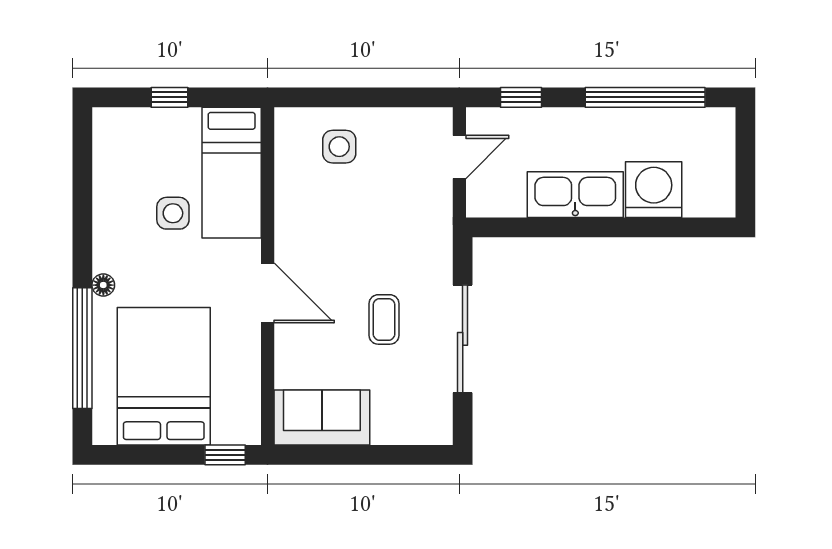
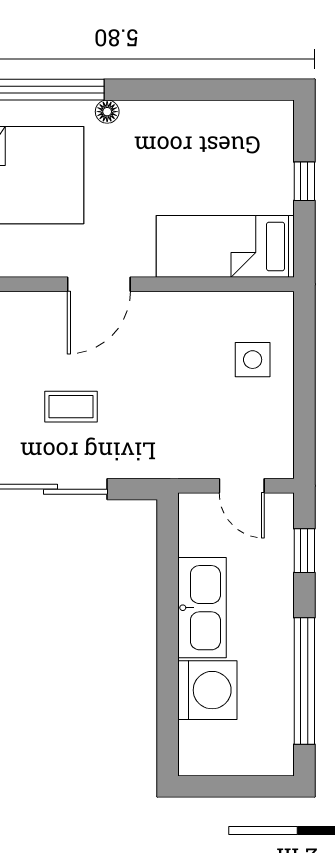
side table: (173, 213) -> (183, 185), removed

